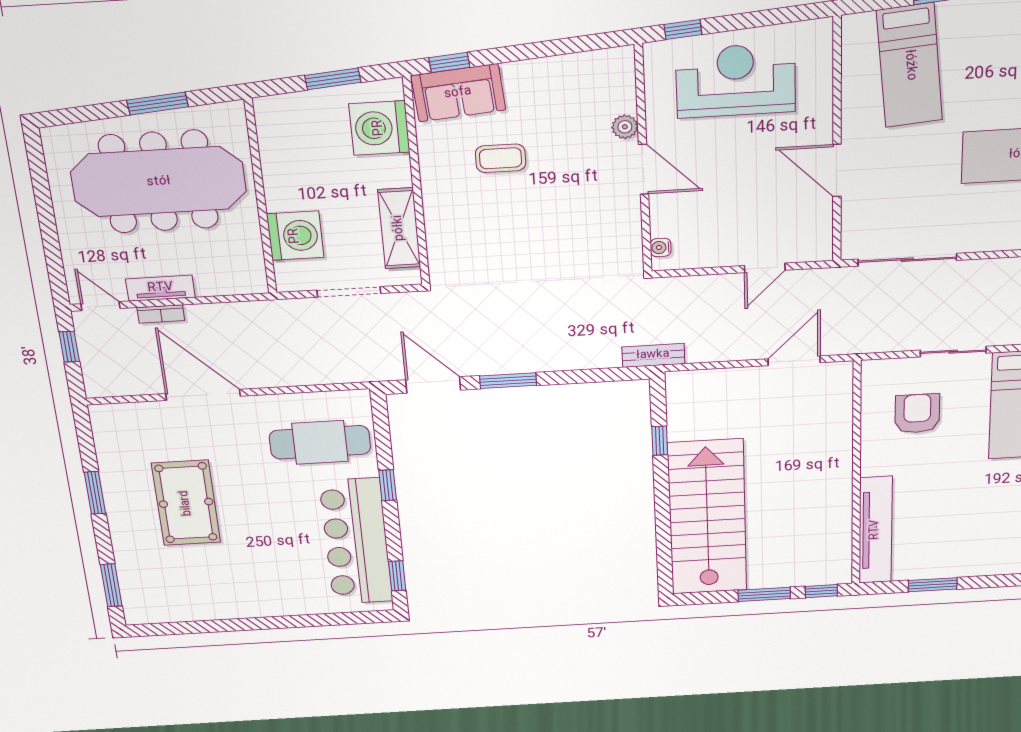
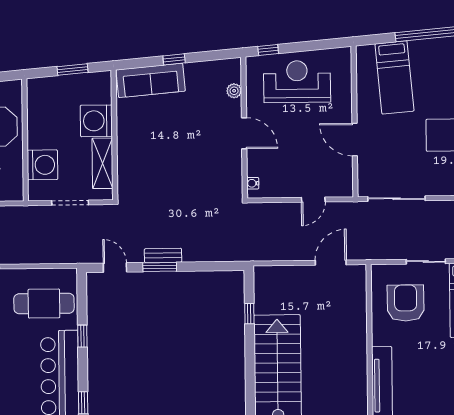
window: (449, 62) -> (174, 59), moved
sofa: (458, 93) -> (151, 80), width x1.36
plant: (625, 127) -> (234, 91), moved
washing machine: (379, 128) -> (96, 121), moved
coffee table: (501, 158) -> (163, 122), removed
bench: (653, 355) -> (163, 255), moved
door: (433, 385) -> (115, 268), width x0.73
armchair: (917, 414) -> (406, 303), width x1.36, depth x1.36

